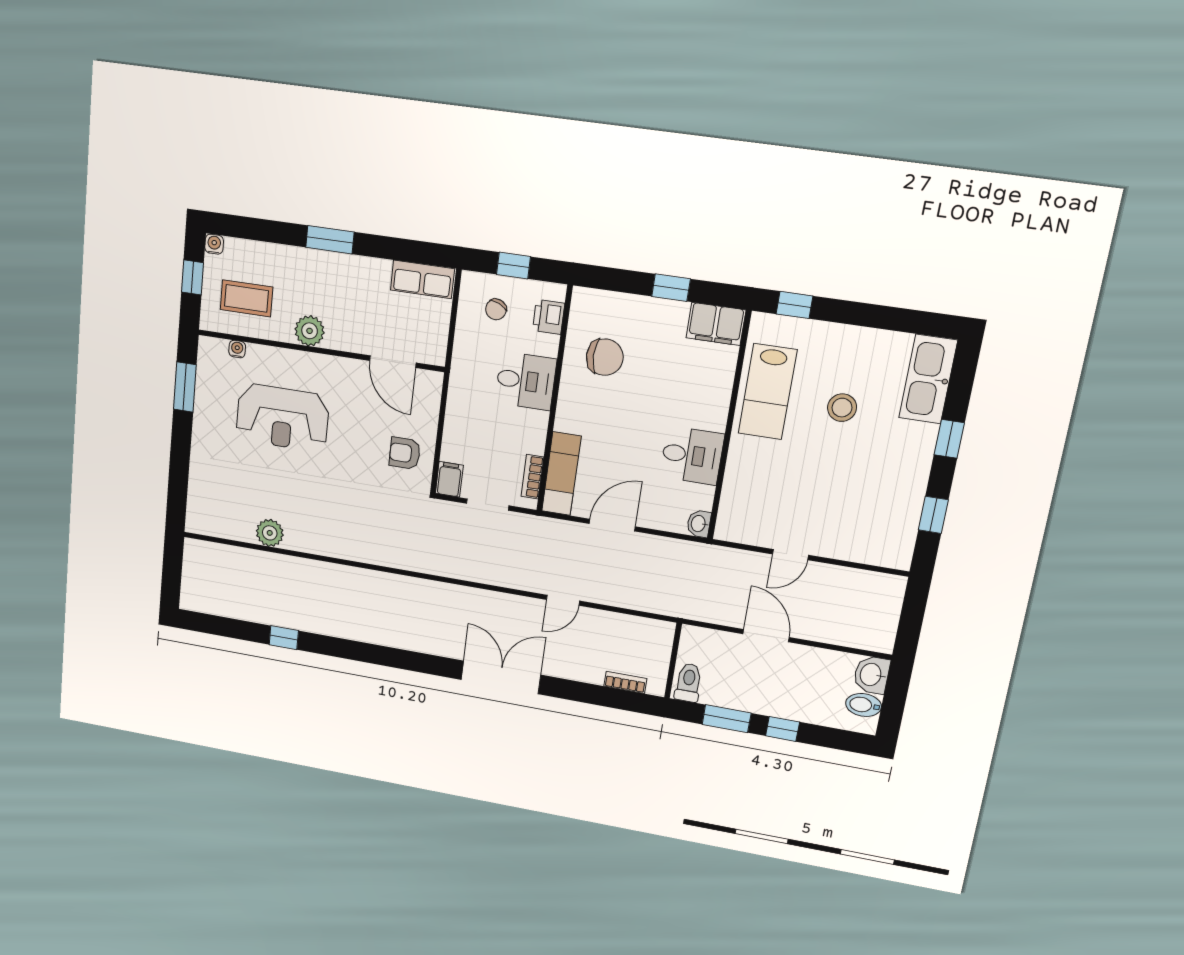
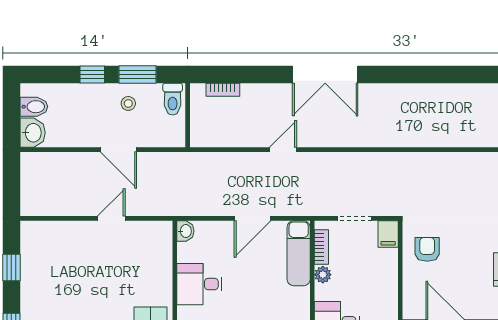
plant: (535, 443) -> (323, 275), added
armchair: (405, 453) -> (427, 249), turned -90
stool: (744, 687) -> (128, 103), added

